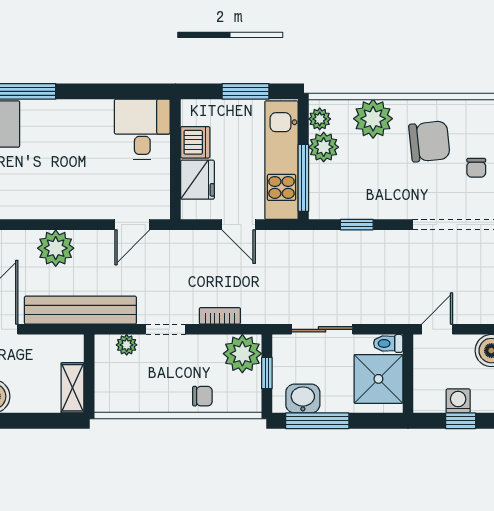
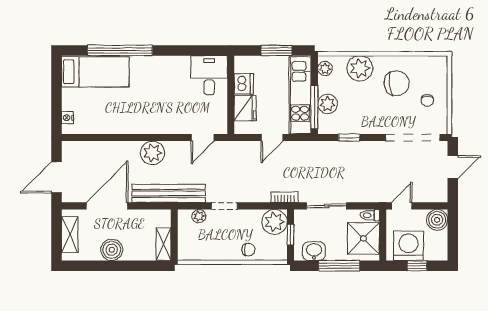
plant: (324, 147) -> (328, 104), moved
door: (239, 225) -> (272, 138), hinge flipped
bookcase: (220, 316) -> (284, 197), moved
washing machine: (458, 401) -> (409, 246), width x1.89, depth x1.89
window: (317, 421) -> (339, 266), moved

